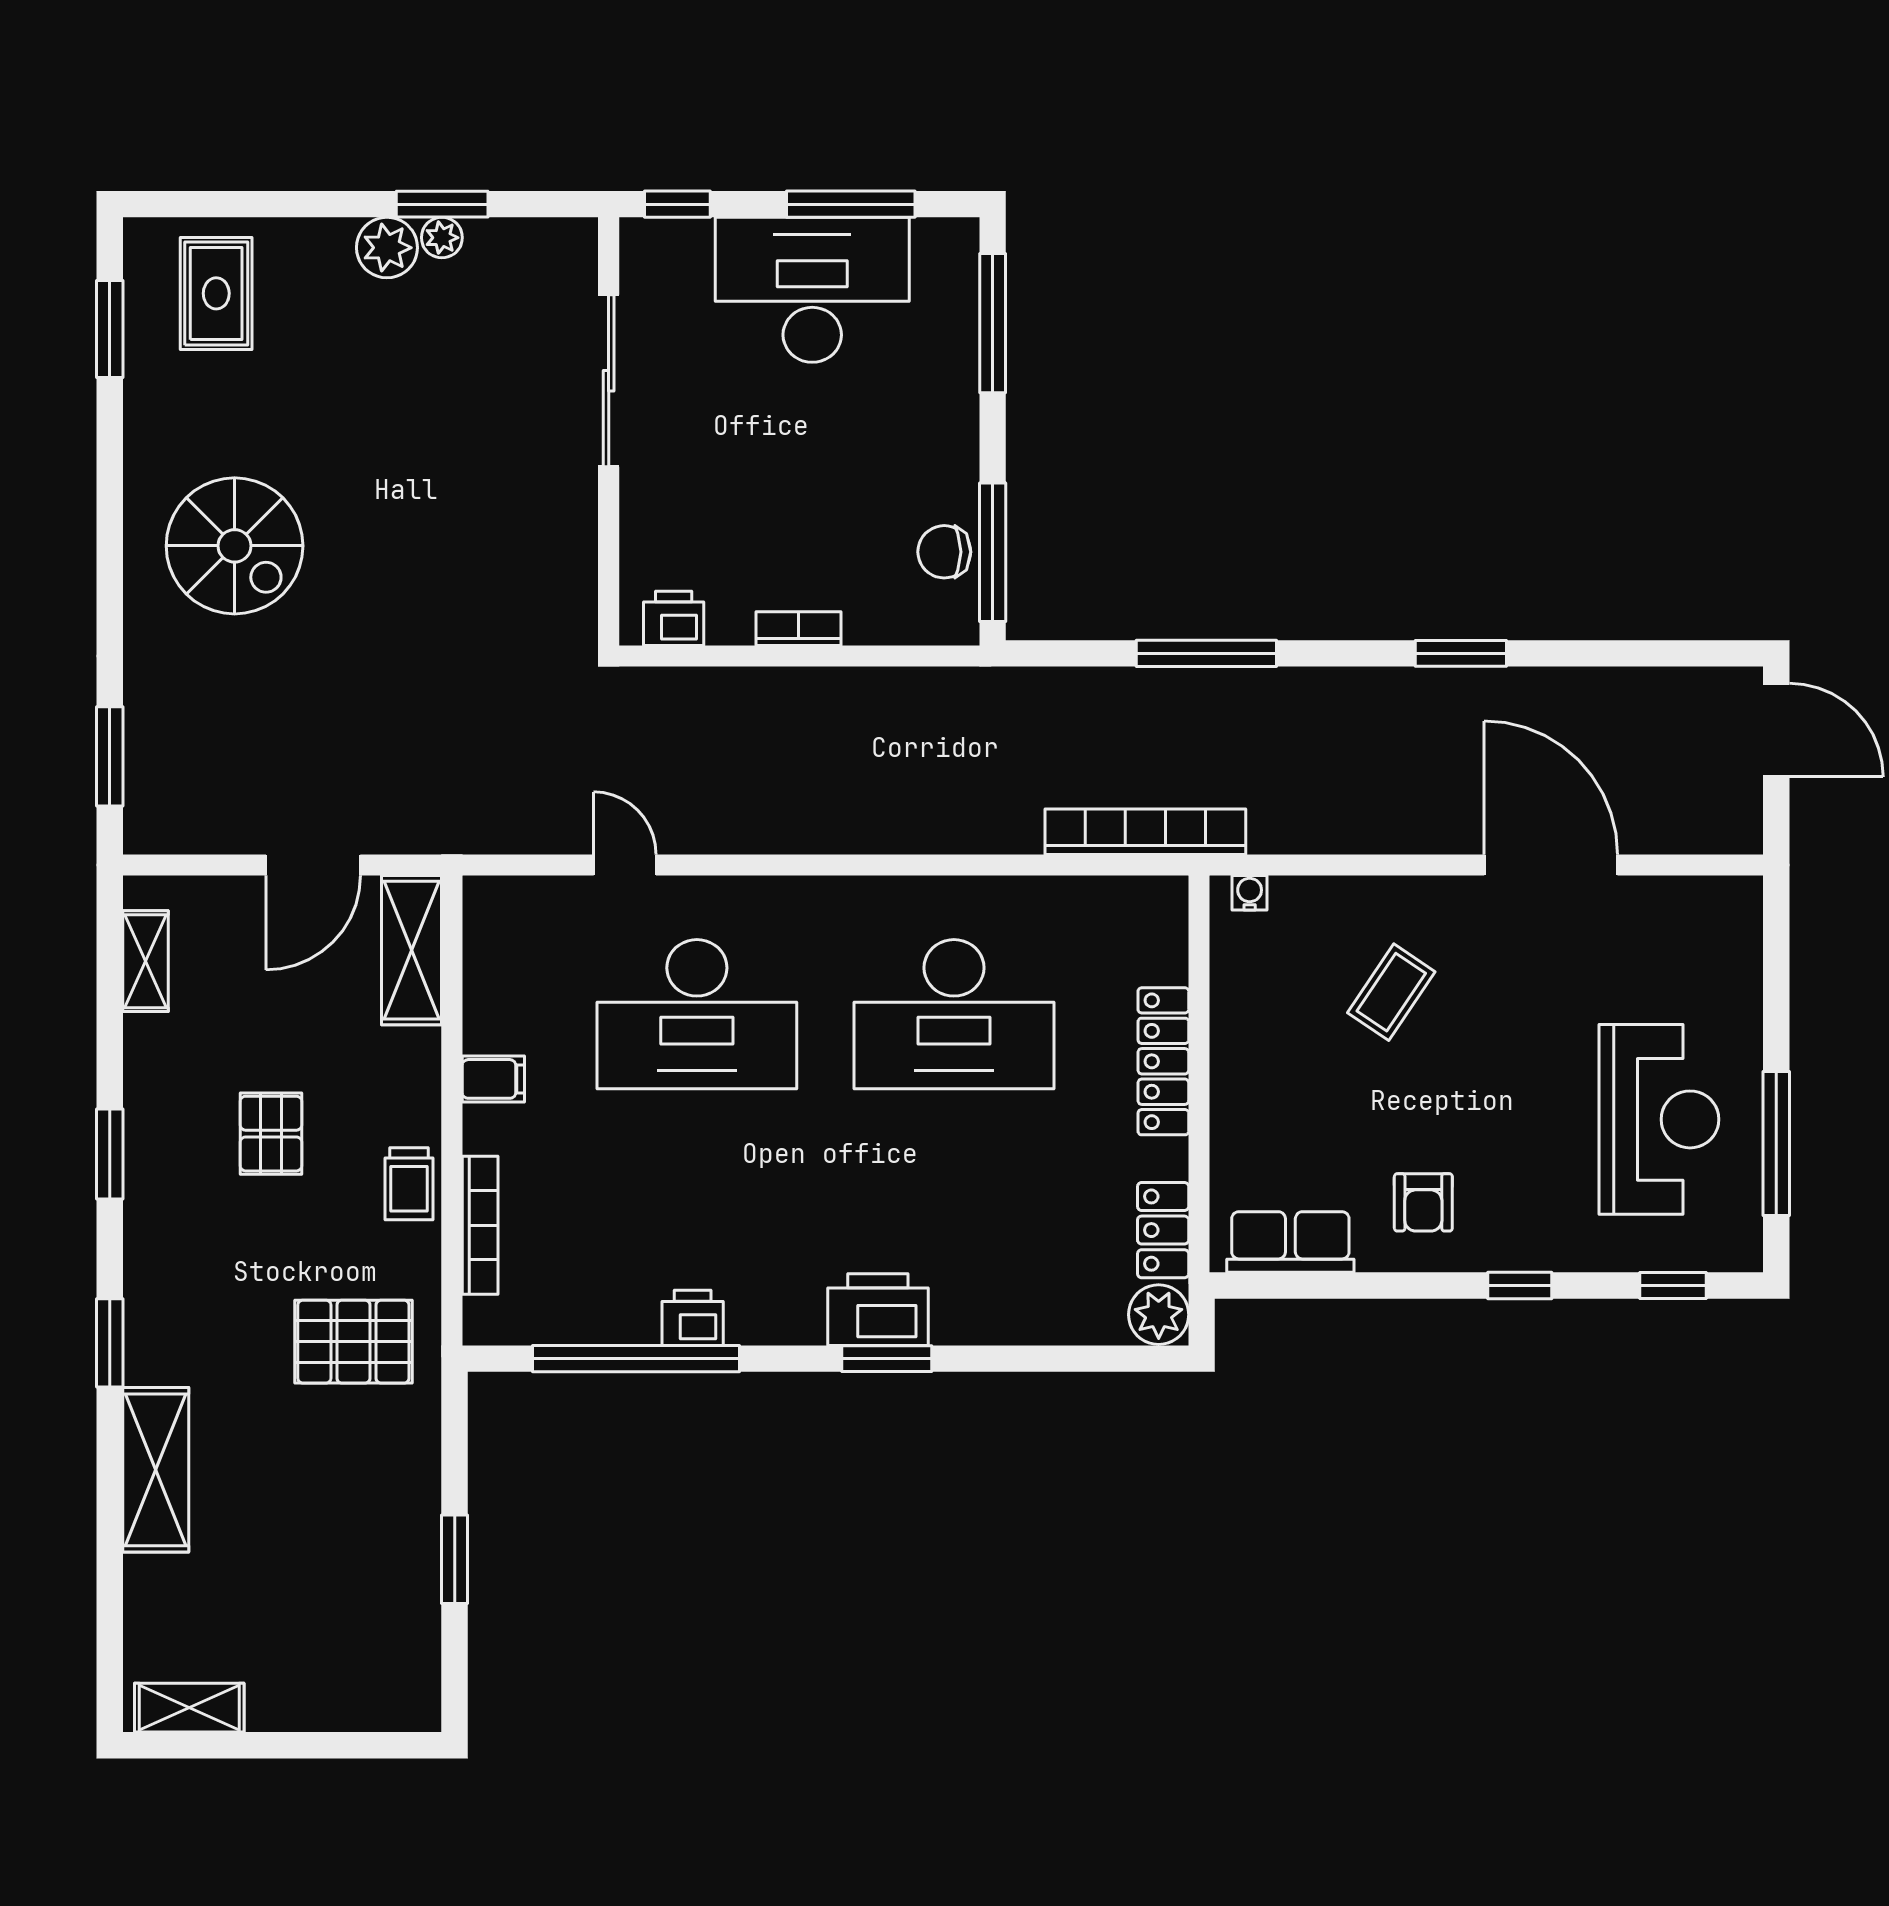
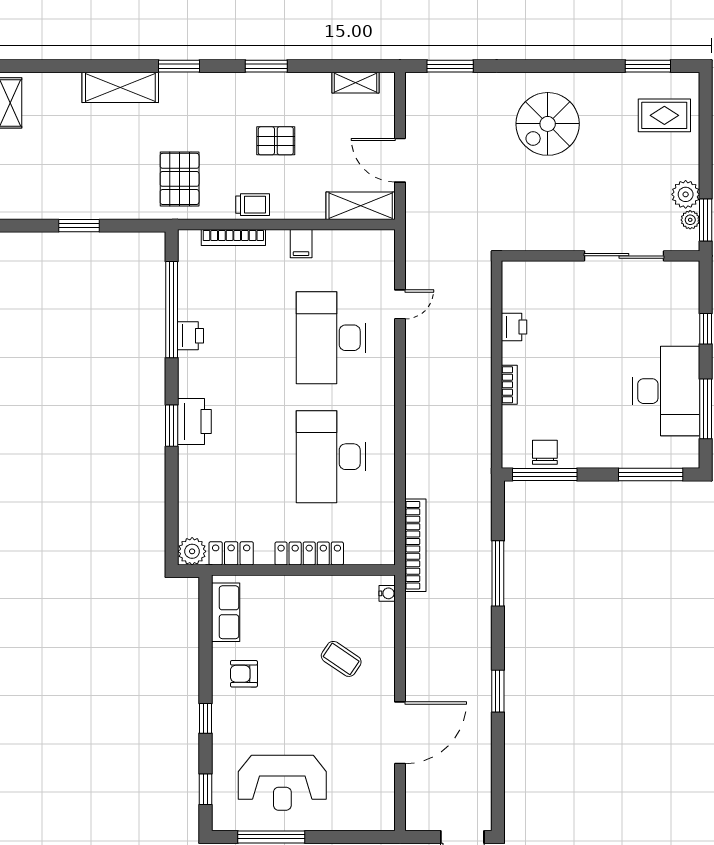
sliding door: (609, 381) -> (624, 256), moved
wall: (609, 431) -> (601, 256), moved
trolley: (409, 1184) -> (253, 205), turned 180

